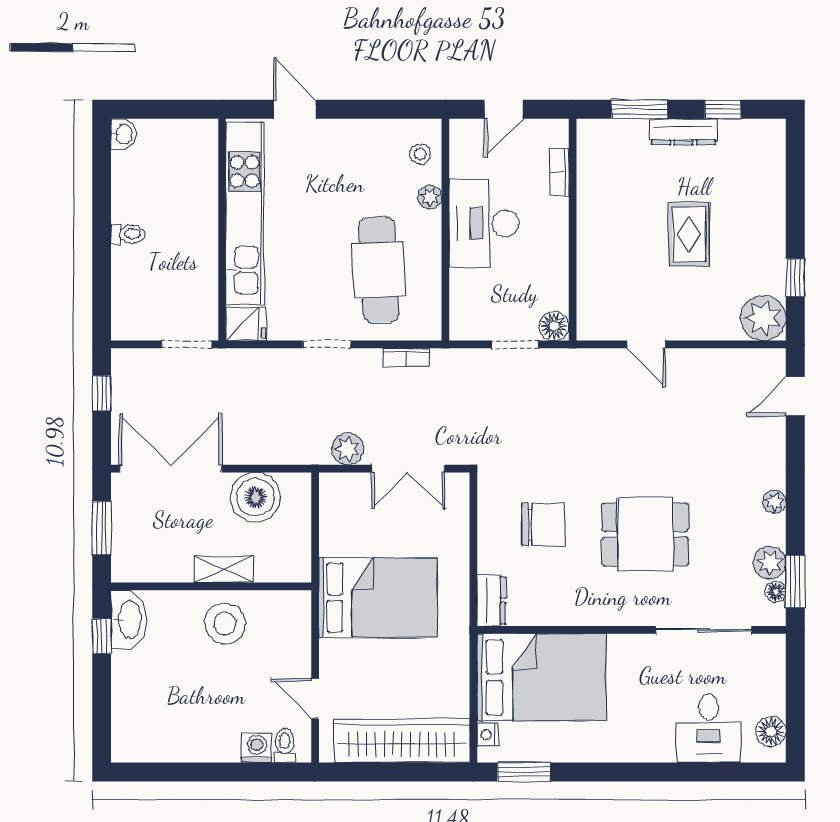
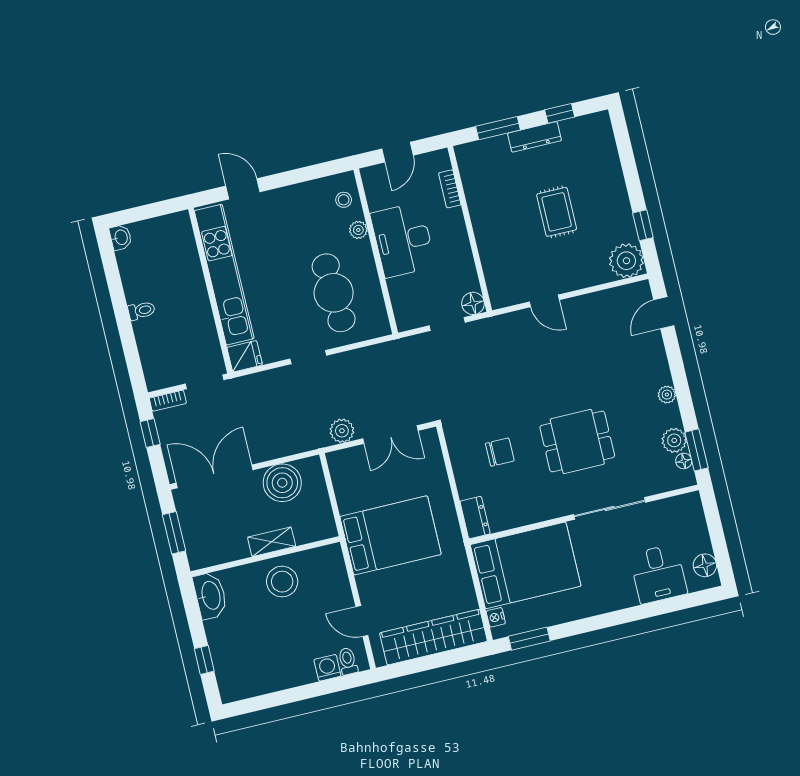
bookcase: (406, 357) -> (168, 401), moved
chair: (543, 524) -> (500, 452), width x0.73, depth x0.73
sliding door: (704, 630) -> (610, 508), moved
window: (102, 636) -> (204, 660), moved

